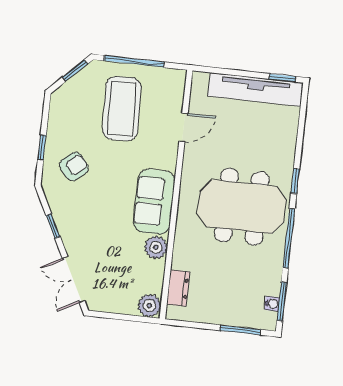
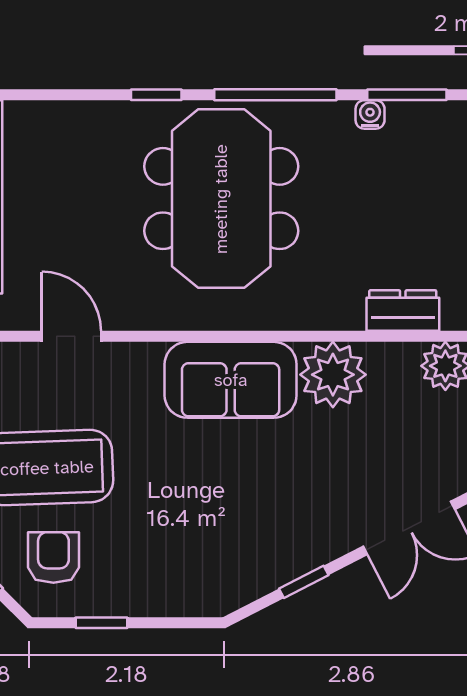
window: (42, 148) -> (101, 623), moved
armchair: (74, 166) -> (53, 557), moved, turned 40
plant: (156, 247) -> (333, 375), width x1.36, depth x1.36
water cooler: (272, 304) -> (370, 114), moved

